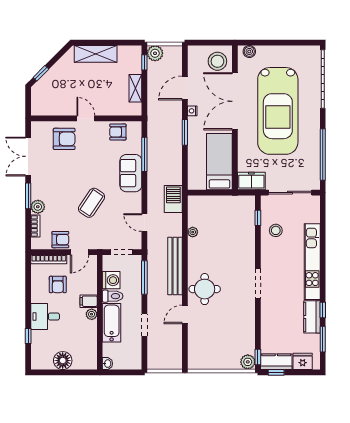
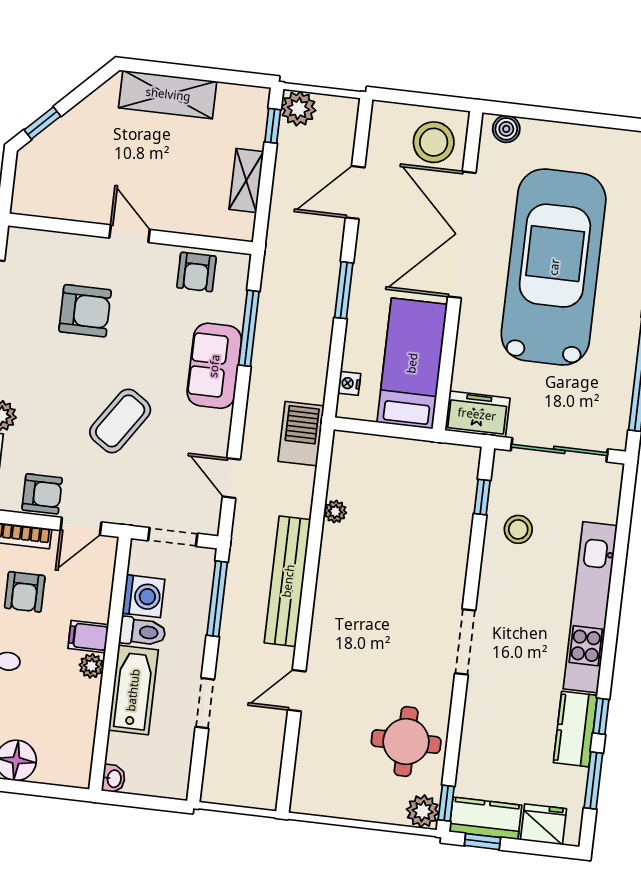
nightstand: (192, 111) -> (349, 383), moved
car: (278, 111) -> (554, 267), turned 180
armchair: (118, 132) -> (196, 272), turned -90
armchair: (64, 139) -> (85, 311), moved
round table: (205, 289) -> (406, 741), moved

